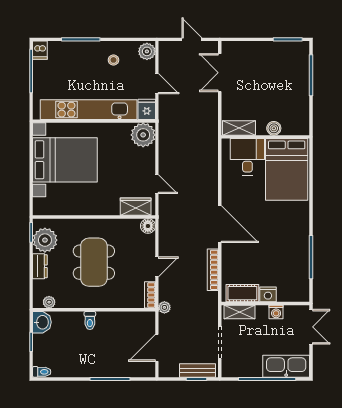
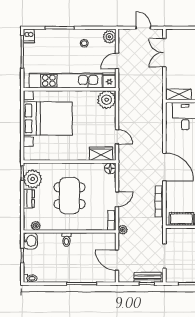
door: (157, 84) -> (117, 61), swing flipped
shelving: (240, 312) -> (179, 233), removed
door: (157, 348) -> (117, 260), hinge flipped

